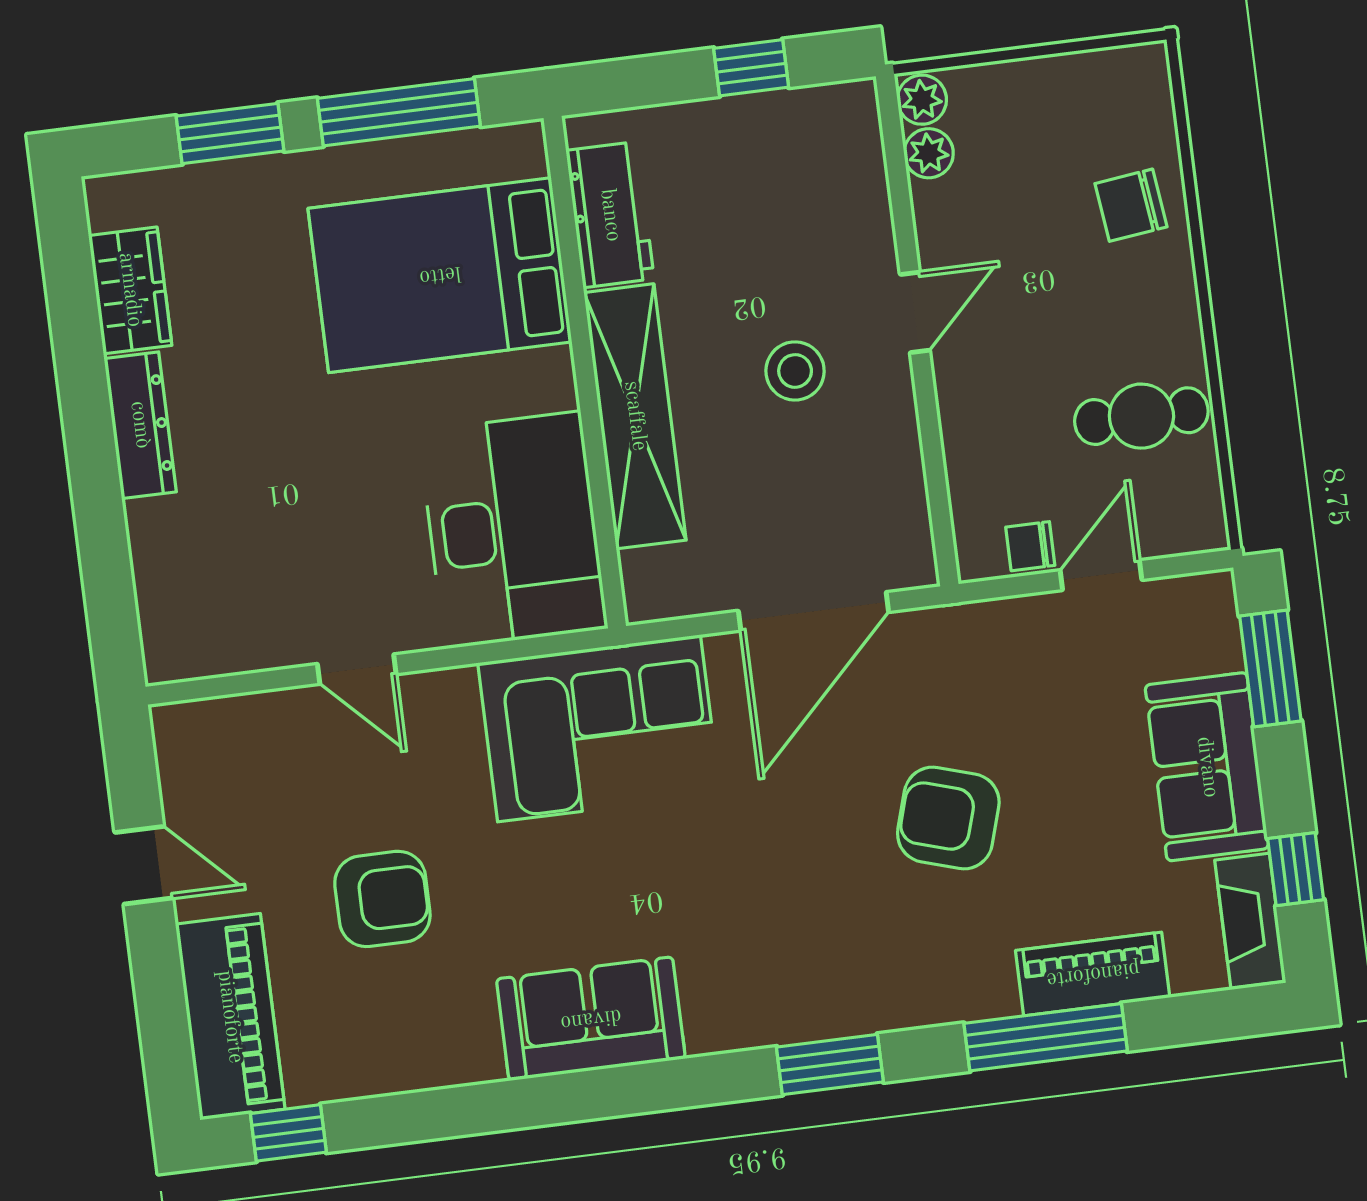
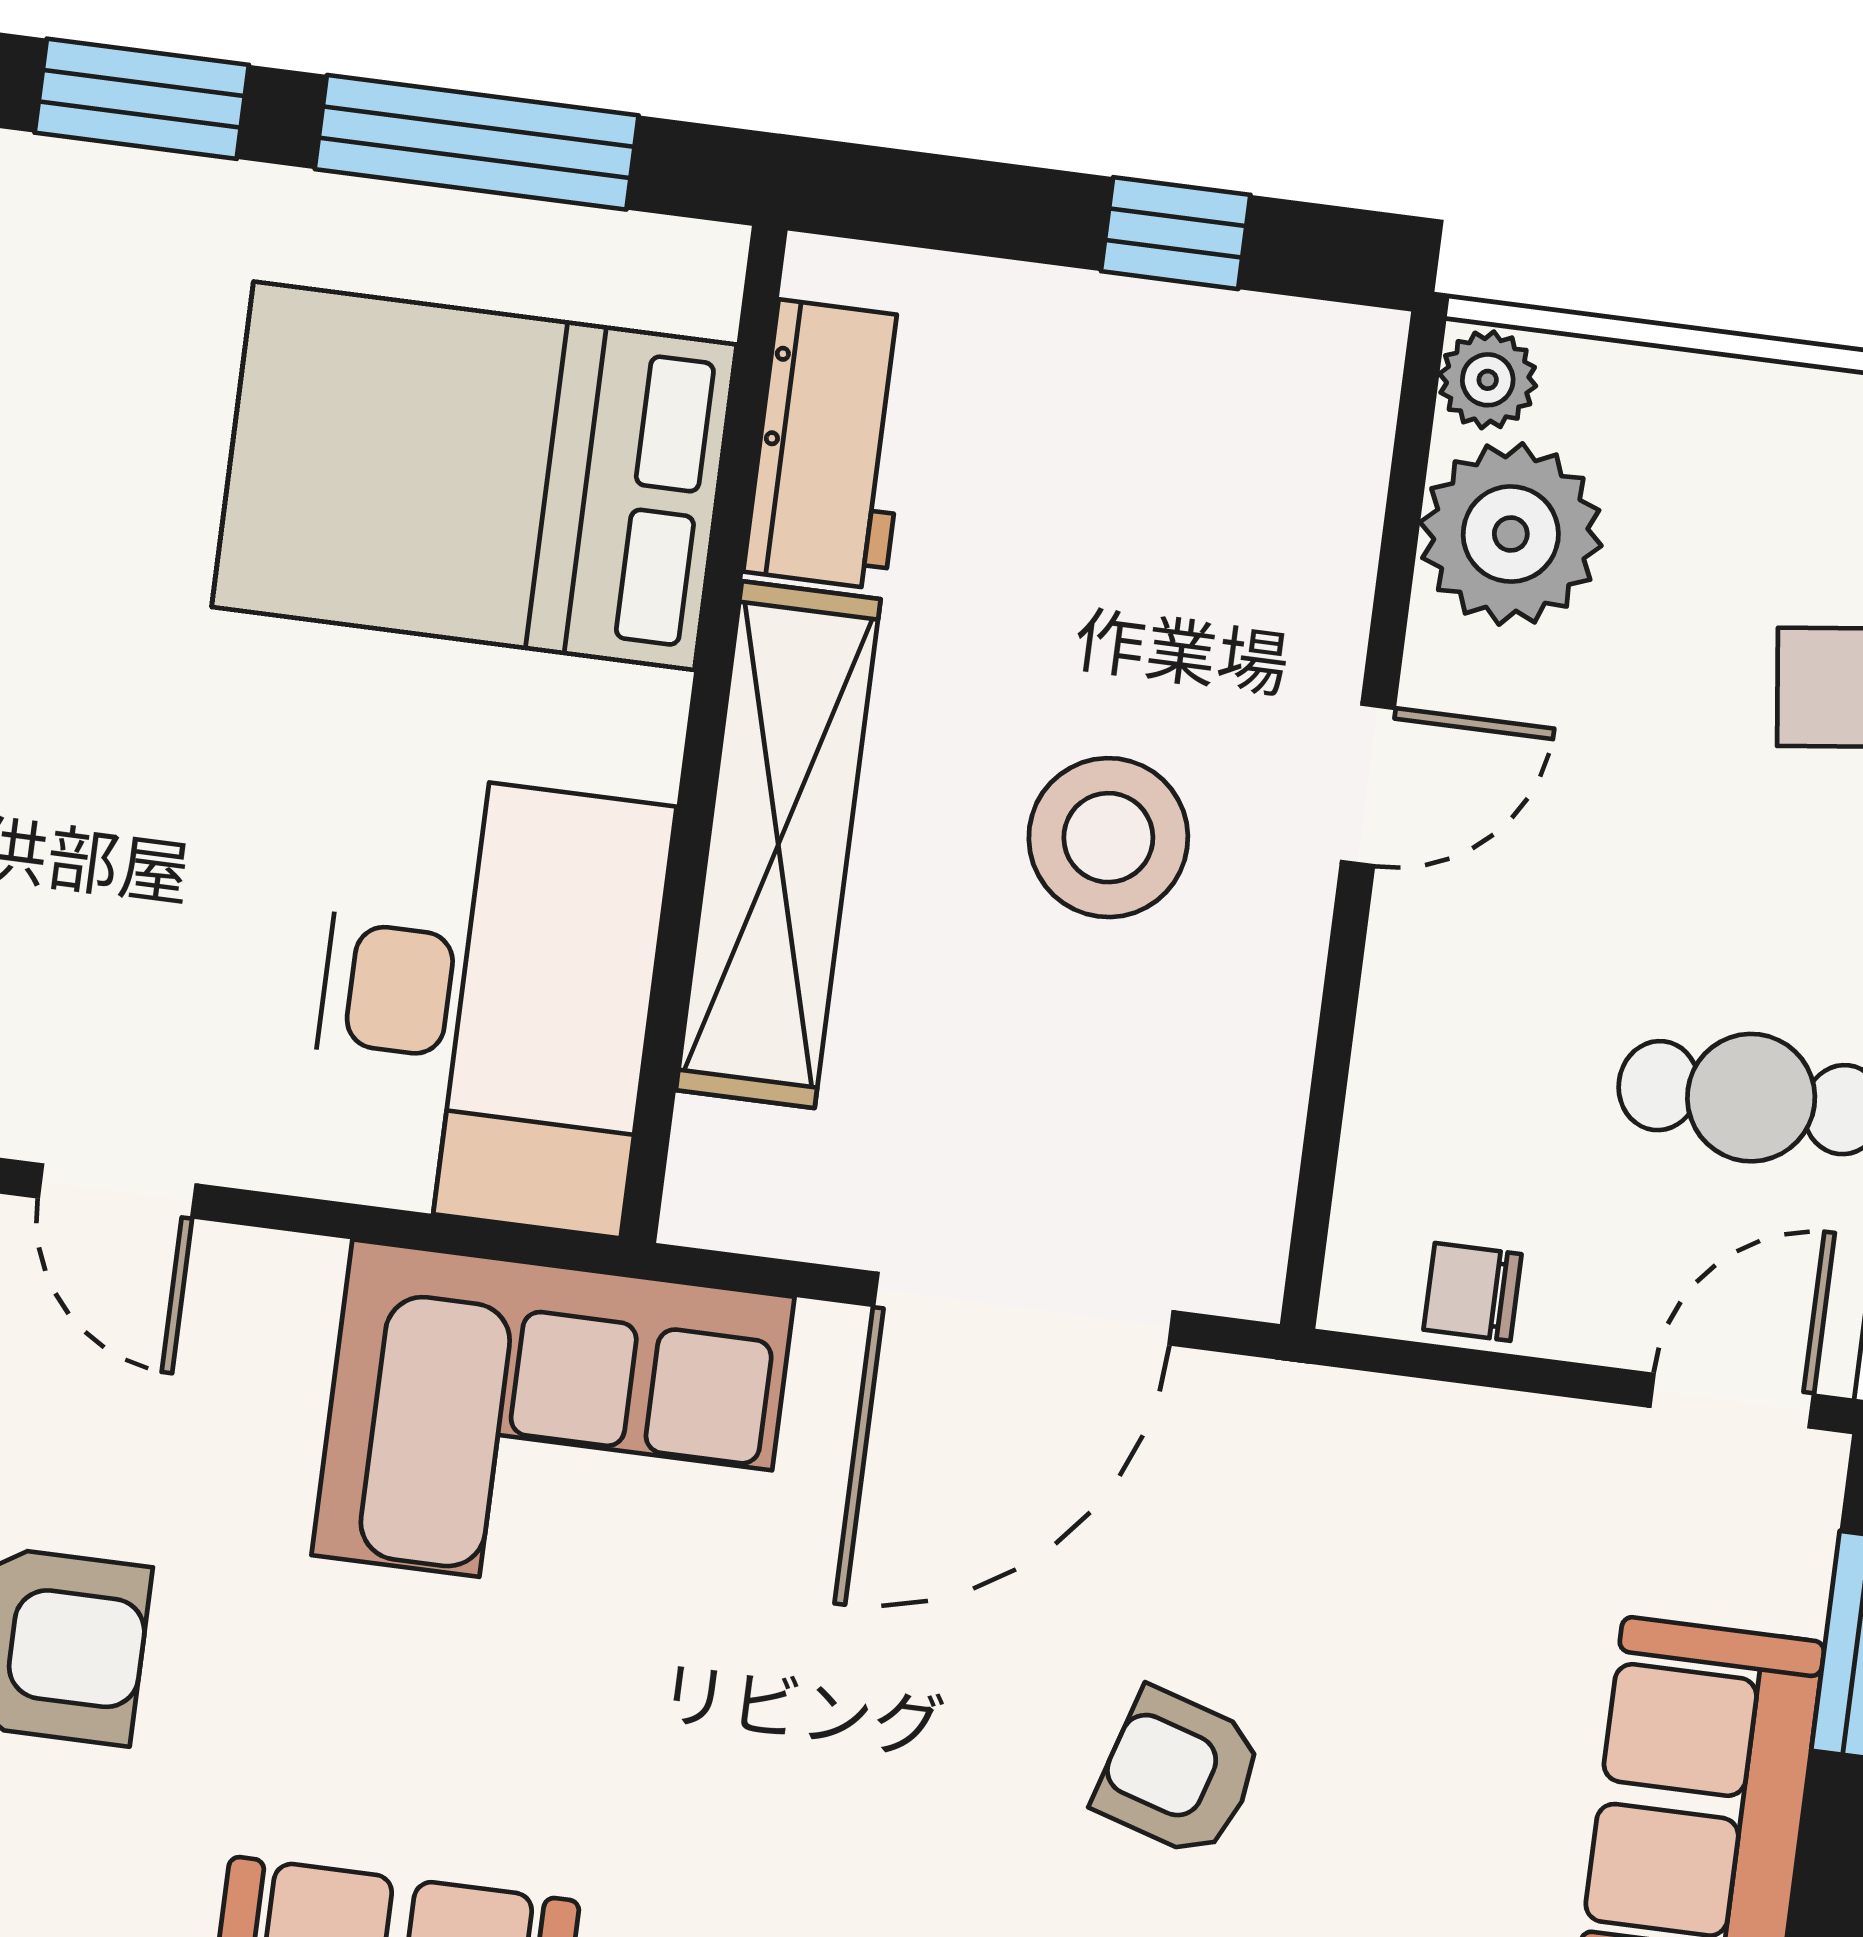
plant: (929, 153) -> (1511, 534), width x1.88, depth x1.88
stool: (795, 371) -> (1108, 838), width x1.38, depth x1.38
door: (1101, 575) -> (1732, 1401), moved
armchair: (948, 818) -> (1179, 1773), width x0.72, depth x0.72

